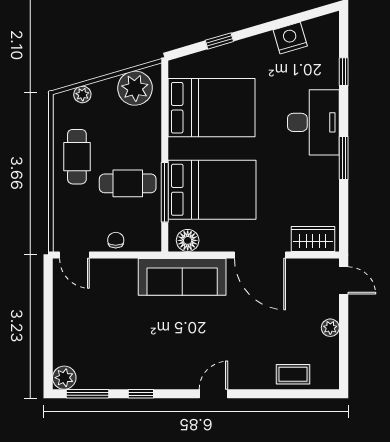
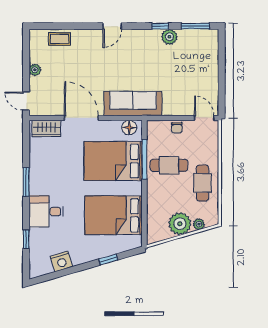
plant: (135, 88) -> (180, 224), moved
desk: (313, 122) -> (46, 212), width x0.73
plant: (64, 378) -> (169, 37), moved

